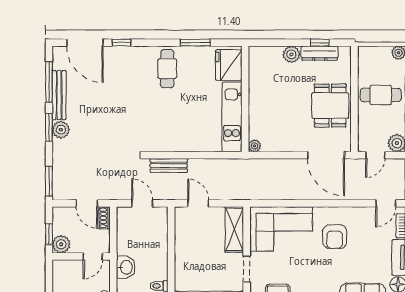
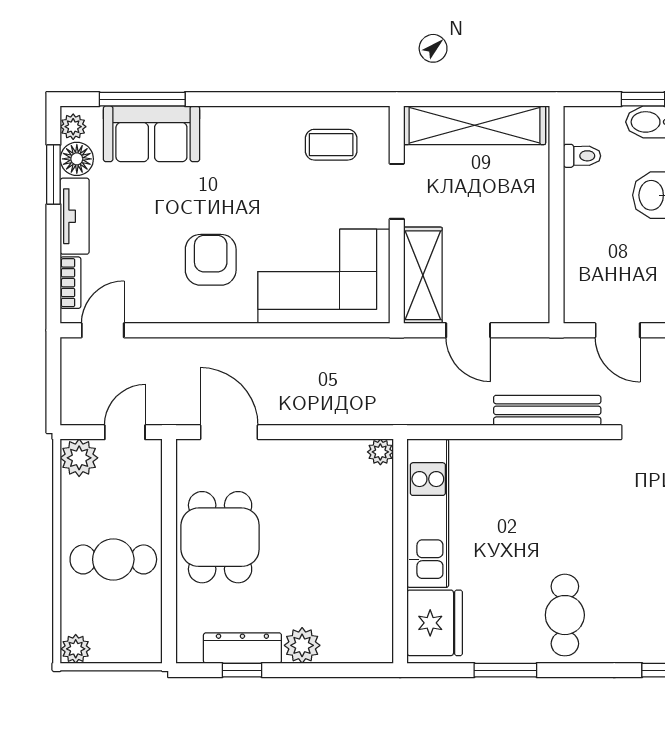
door: (326, 155) -> (229, 432), width x0.73
bench: (169, 166) -> (547, 410), width x1.36
door: (198, 203) -> (468, 330), moved

